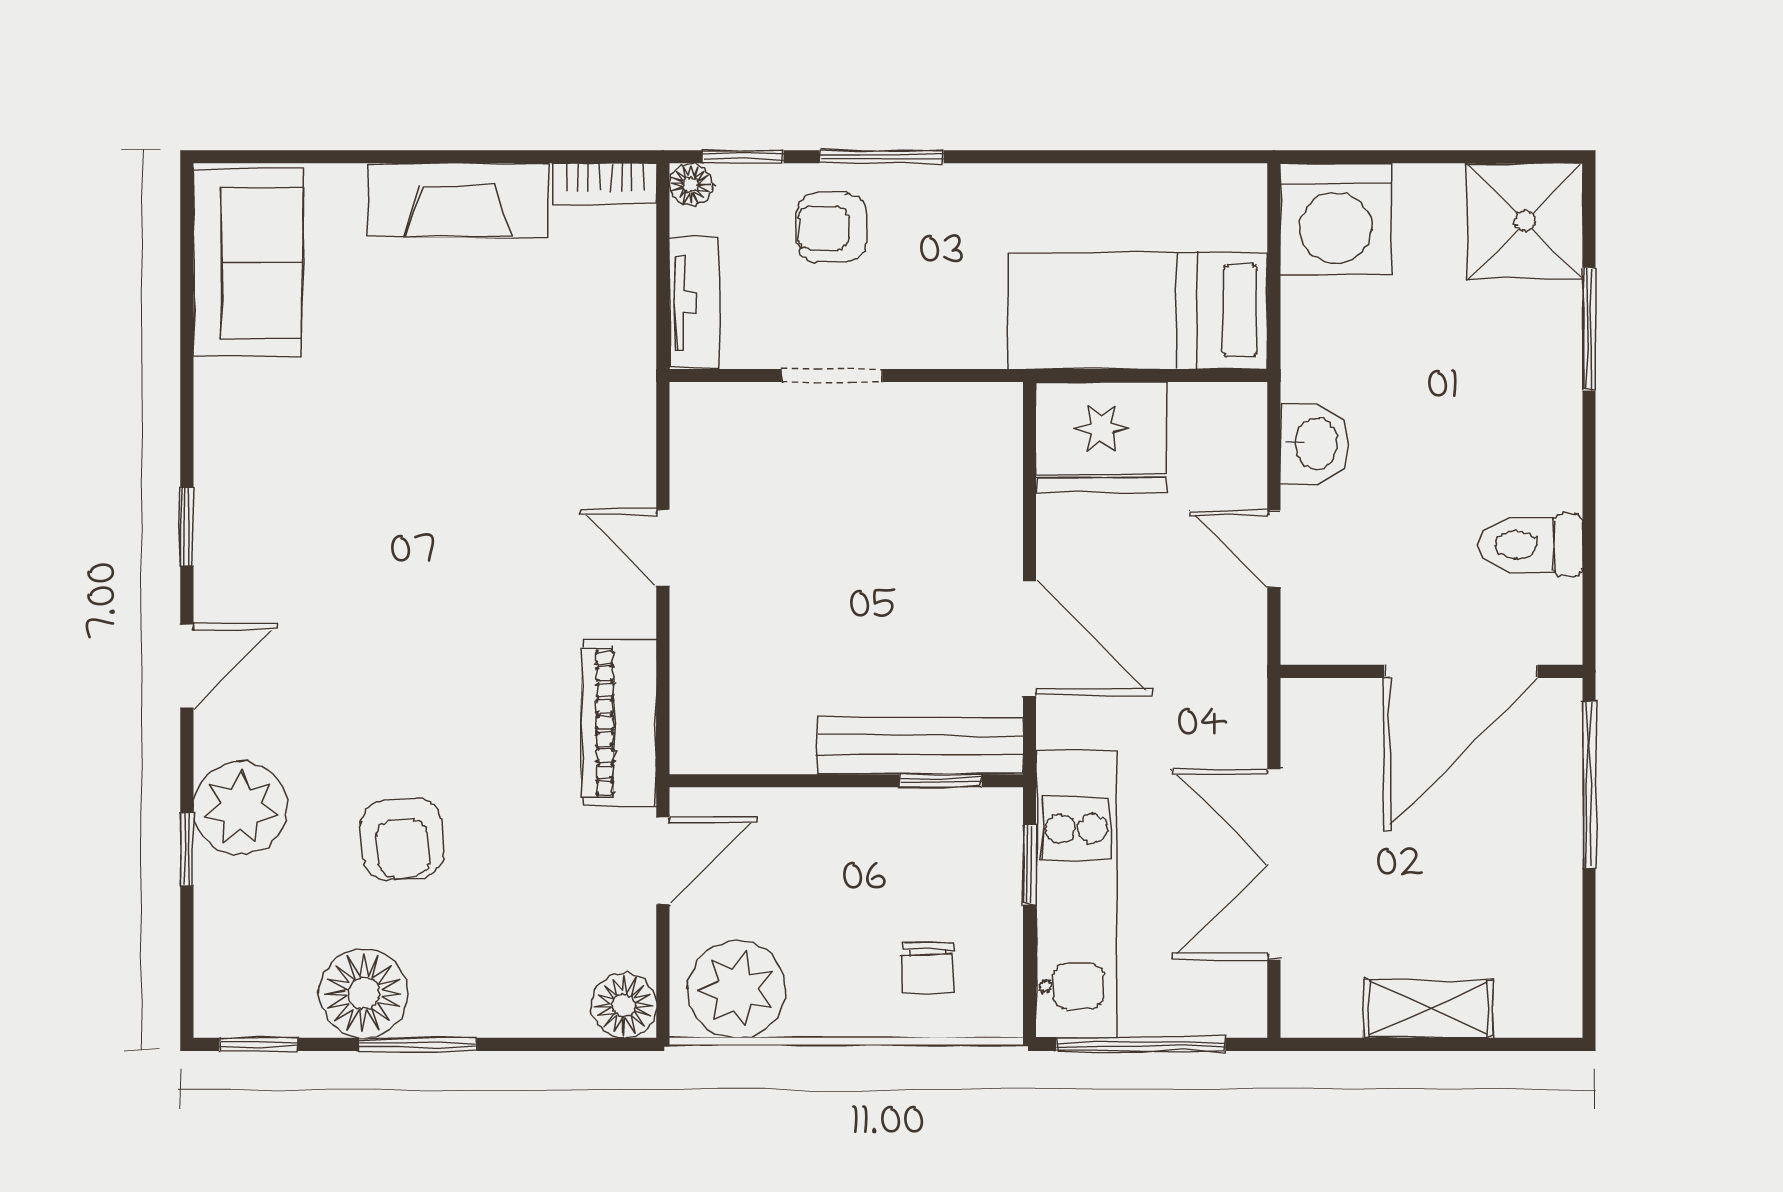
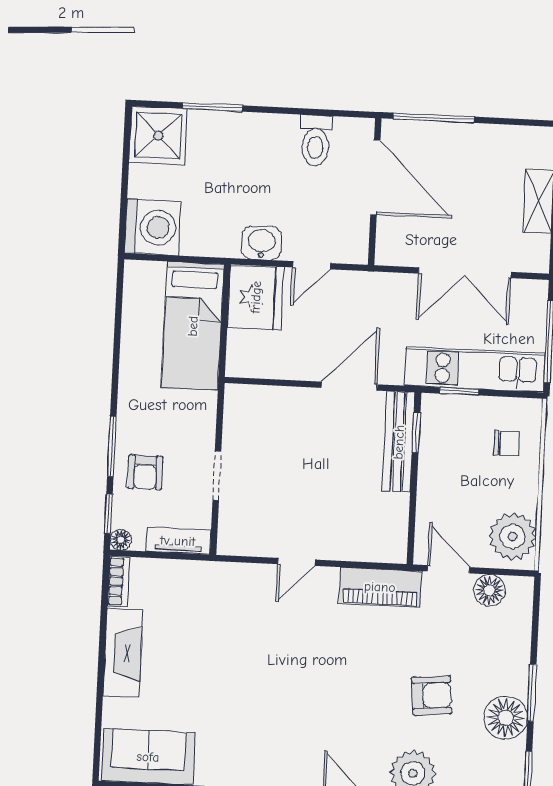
fridge: (1101, 437) -> (256, 297), moved
floor lamp: (624, 1005) -> (490, 590), moved

